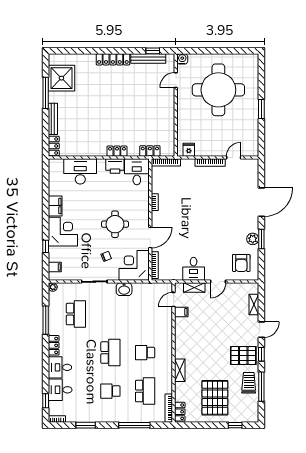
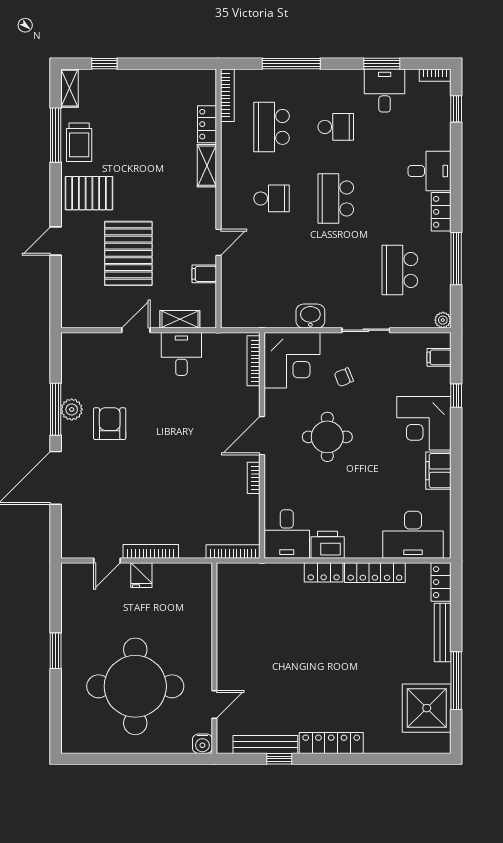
window: (153, 51) -> (279, 759), moved
fridge: (189, 150) -> (141, 575), moved
locker: (150, 151) -> (375, 573), moved, width x1.53
desk: (80, 171) -> (413, 535), moved
door: (150, 237) -> (262, 436), moved
window: (261, 239) -> (56, 409), width x1.44
armchair: (241, 263) -> (110, 424), moved
door: (174, 300) -> (218, 242), moved
shelving: (254, 305) -> (69, 88), moved
window: (261, 354) -> (56, 195), removed
desk: (60, 390) -> (385, 91), moved, turned -90
pallet: (215, 398) -> (128, 253), moved
locker: (180, 412) -> (207, 124), moved

